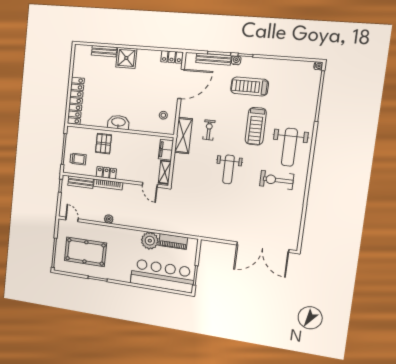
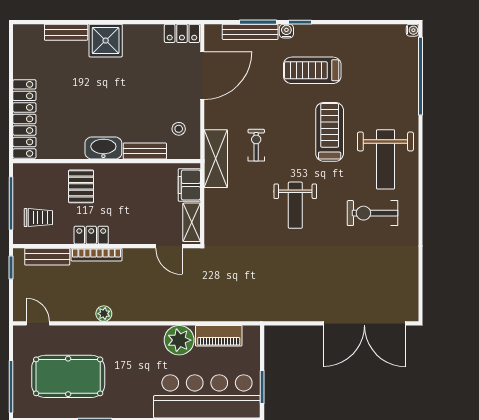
treadmill: (256, 126) -> (330, 132), turned 180
bench: (142, 127) -> (145, 151), added

